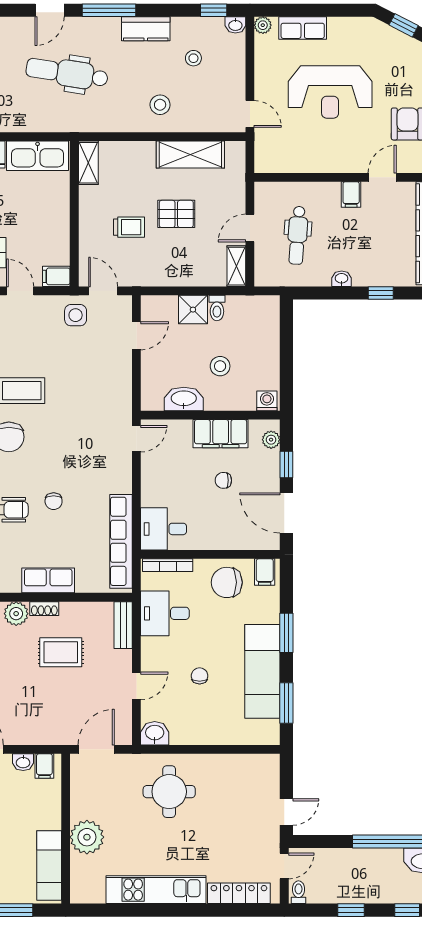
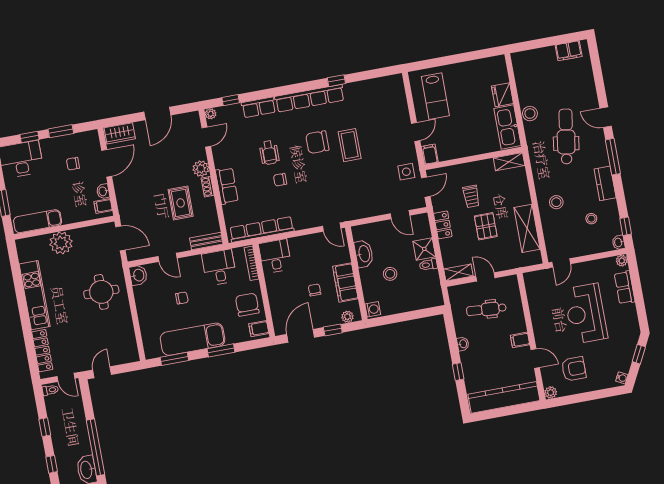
stool: (24, 119) -> (530, 114), added
locker: (163, 276) -> (443, 225), added
door: (286, 812) -> (102, 372), swing flipped

